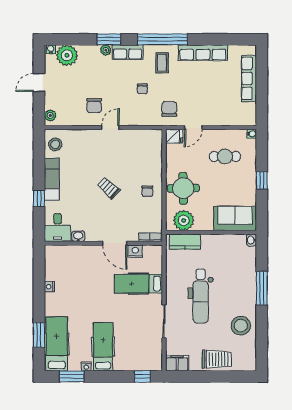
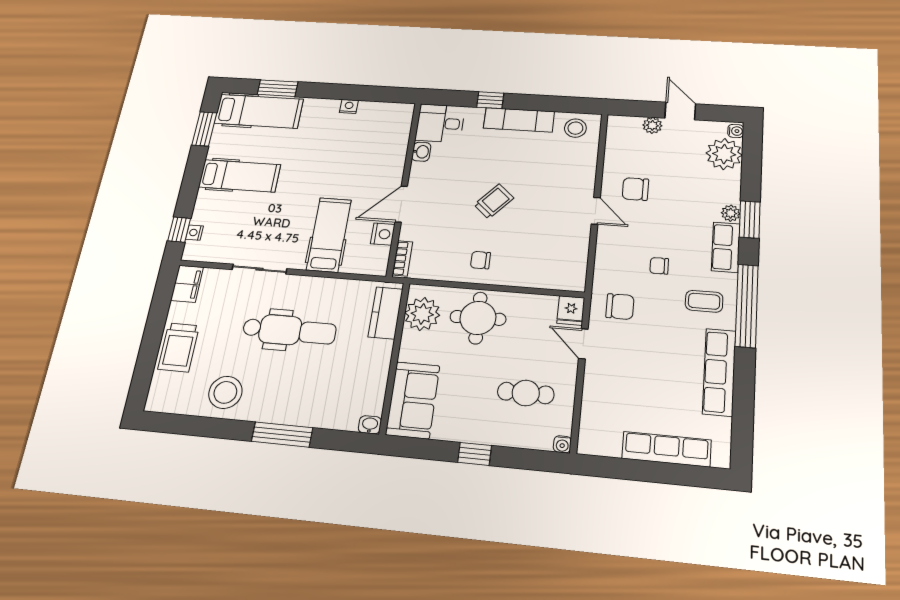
plant: (50, 115) -> (652, 125), moved
cafe table: (225, 156) -> (526, 393), turned 90
dental chair: (201, 296) -> (289, 331), turned 180
nightstand: (86, 366) -> (194, 233), moved

